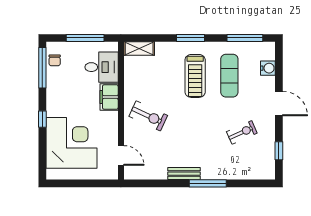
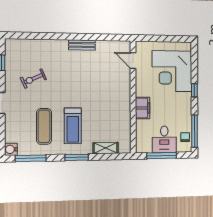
shelving: (139, 48) -> (106, 148), moved
desk: (102, 67) -> (164, 139), moved, turned -90
water cooler: (268, 68) -> (11, 149), moved
treadmill: (195, 76) -> (73, 126), turned 180
exercise bike: (148, 116) -> (111, 93), removed
window: (208, 183) -> (62, 36), removed

